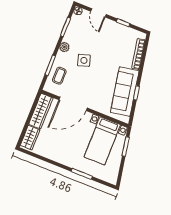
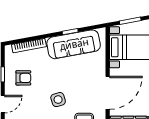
armchair: (113, 39) -> (23, 78), added
door: (73, 104) -> (108, 93), hinge flipped

